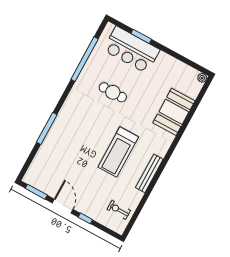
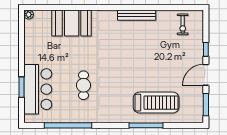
treadmill: (118, 152) -> (156, 103), moved

